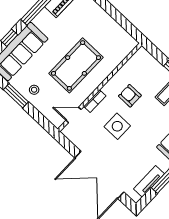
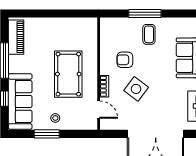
door: (73, 115) -> (99, 110), swing flipped
side table: (117, 126) -> (136, 89), turned 37

